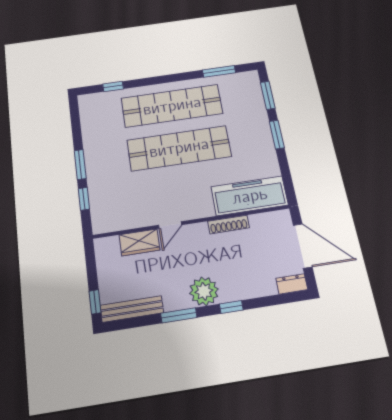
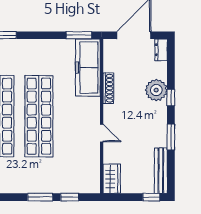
window: (277, 135) -> (79, 35), moved
wardrobe: (139, 242) -> (112, 179), moved
plant: (204, 291) -> (156, 90), moved

